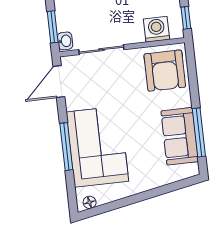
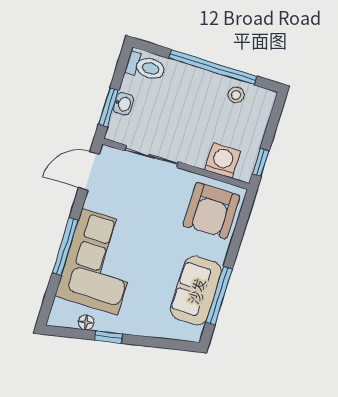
washbasin: (65, 41) -> (123, 104), moved
window: (129, 200) -> (108, 337), added
floor lamp: (90, 202) -> (86, 322), moved

